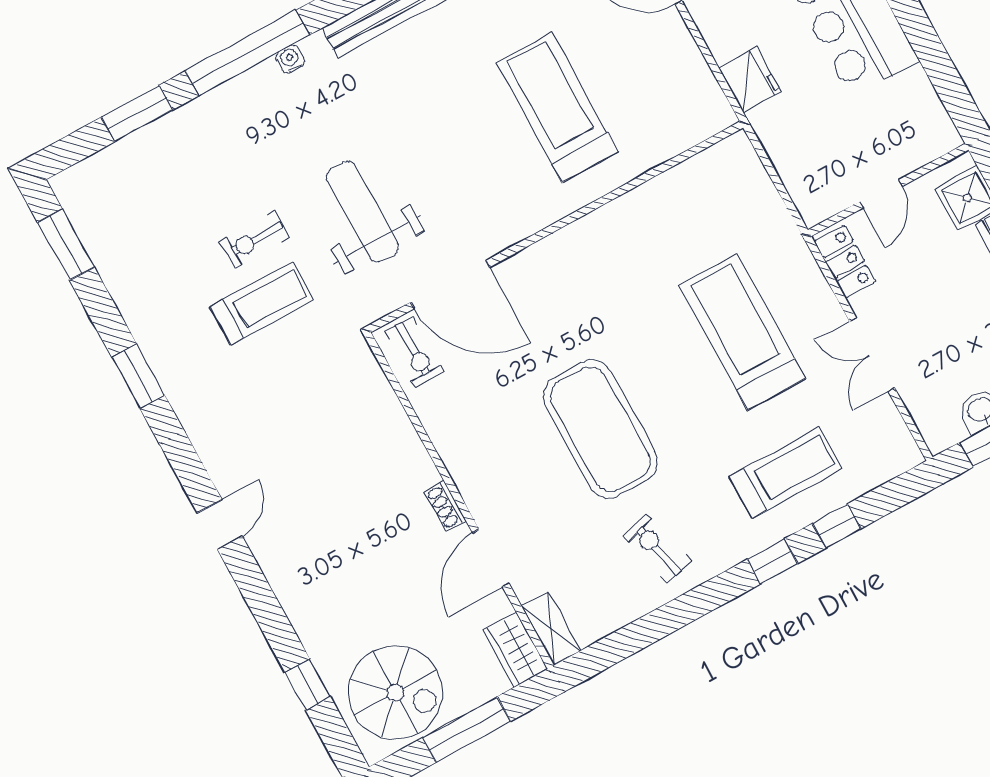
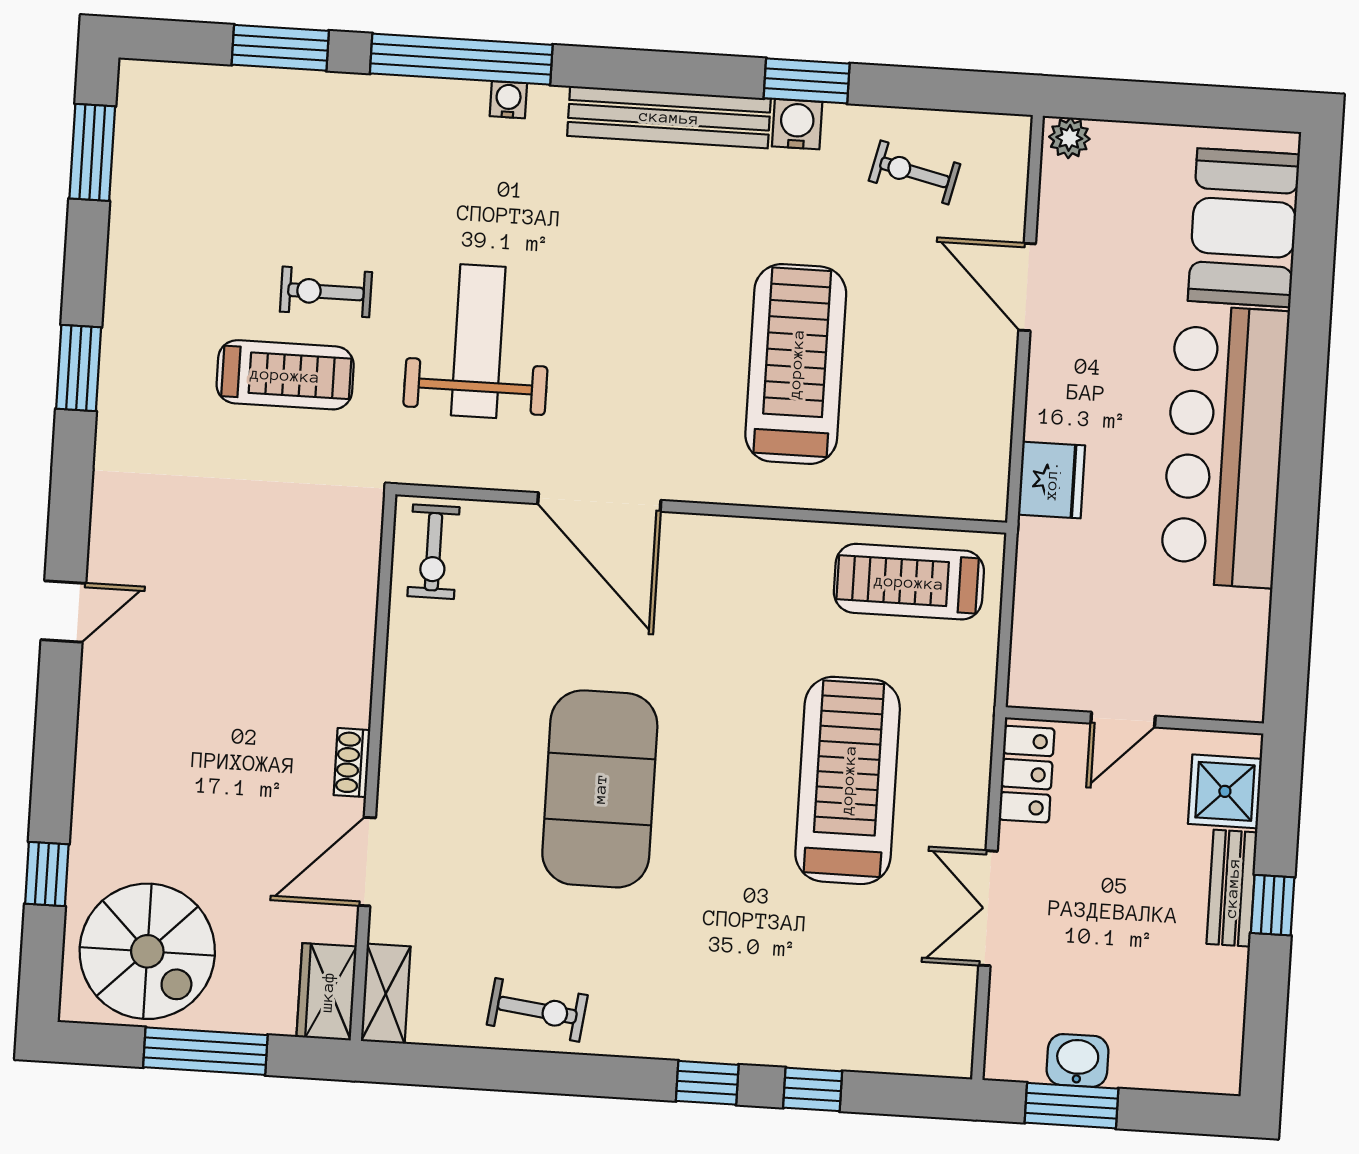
door: (450, 285) -> (599, 502), moved
treadmill: (786, 473) -> (909, 582), moved, turned 180
exercise bike: (657, 549) -> (537, 1010), moved, turned 111

